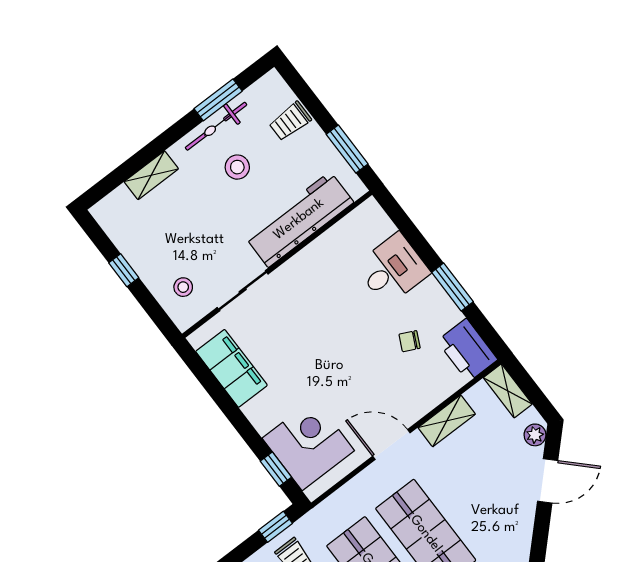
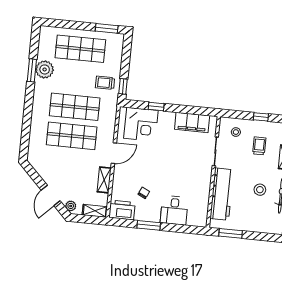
trolley: (290, 121) -> (259, 146), moved
window: (276, 469) -> (156, 106), moved

